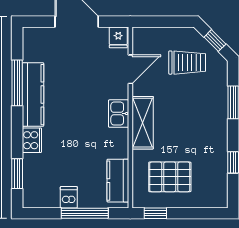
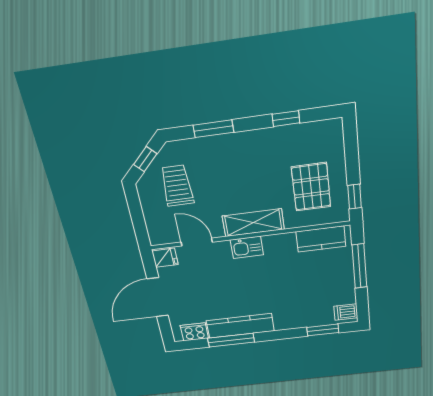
cooker: (32, 140) -> (194, 332), moved
dishwasher: (69, 197) -> (346, 312), moved

